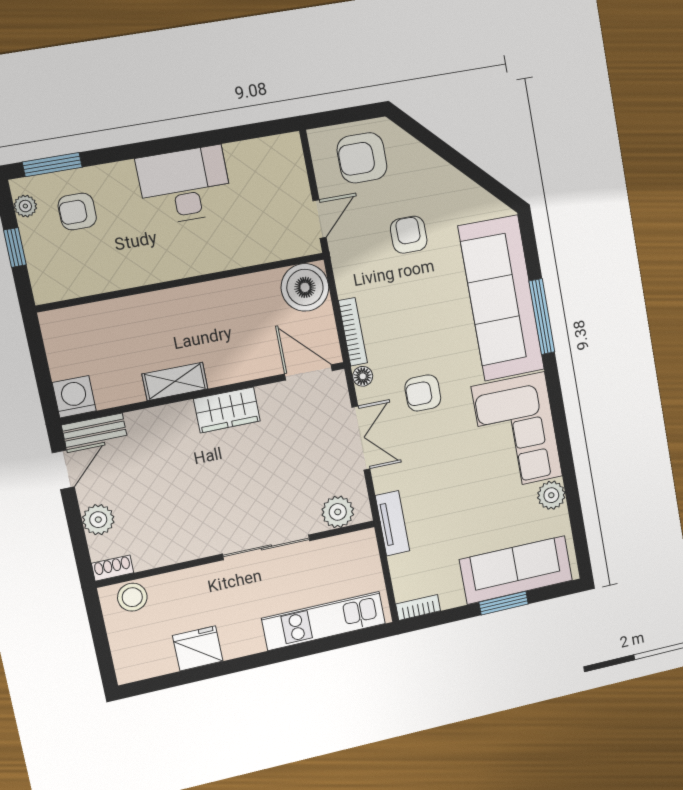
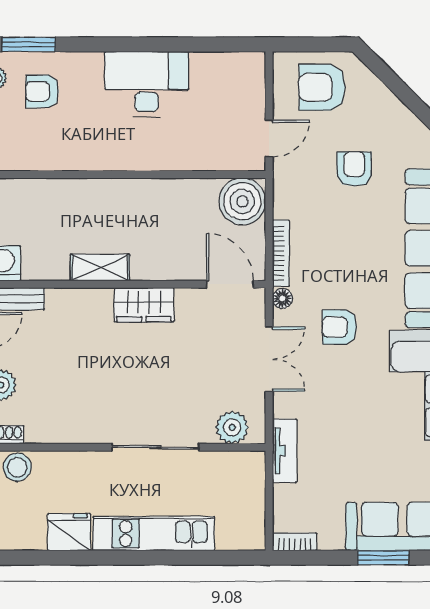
kitchen unit: (324, 621) -> (154, 534), moved

